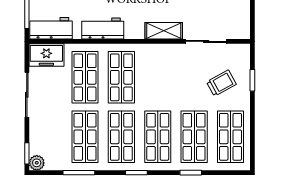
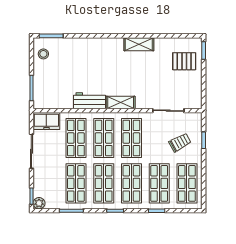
workbench: (51, 28) -> (50, 101), removed
shelving: (164, 31) -> (121, 103), moved
shop shelf: (158, 77) -> (131, 138), added

